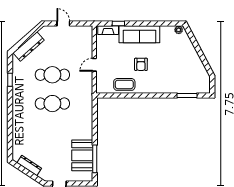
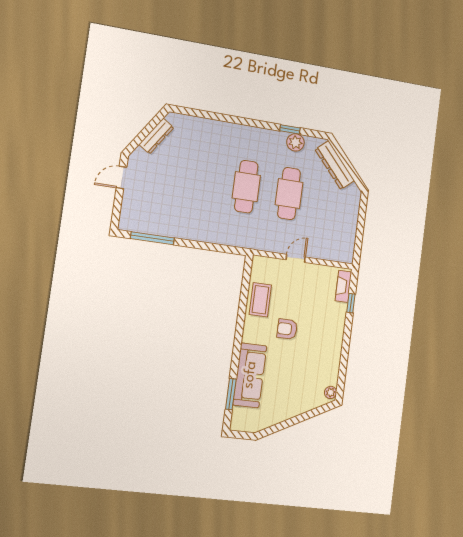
door: (63, 24) -> (361, 222), removed
sofa: (139, 34) -> (250, 375), moved, turned 180
door: (94, 65) -> (296, 258), hinge flipped
plant: (18, 75) -> (295, 142), added
booth: (82, 155) -> (161, 220), removed

